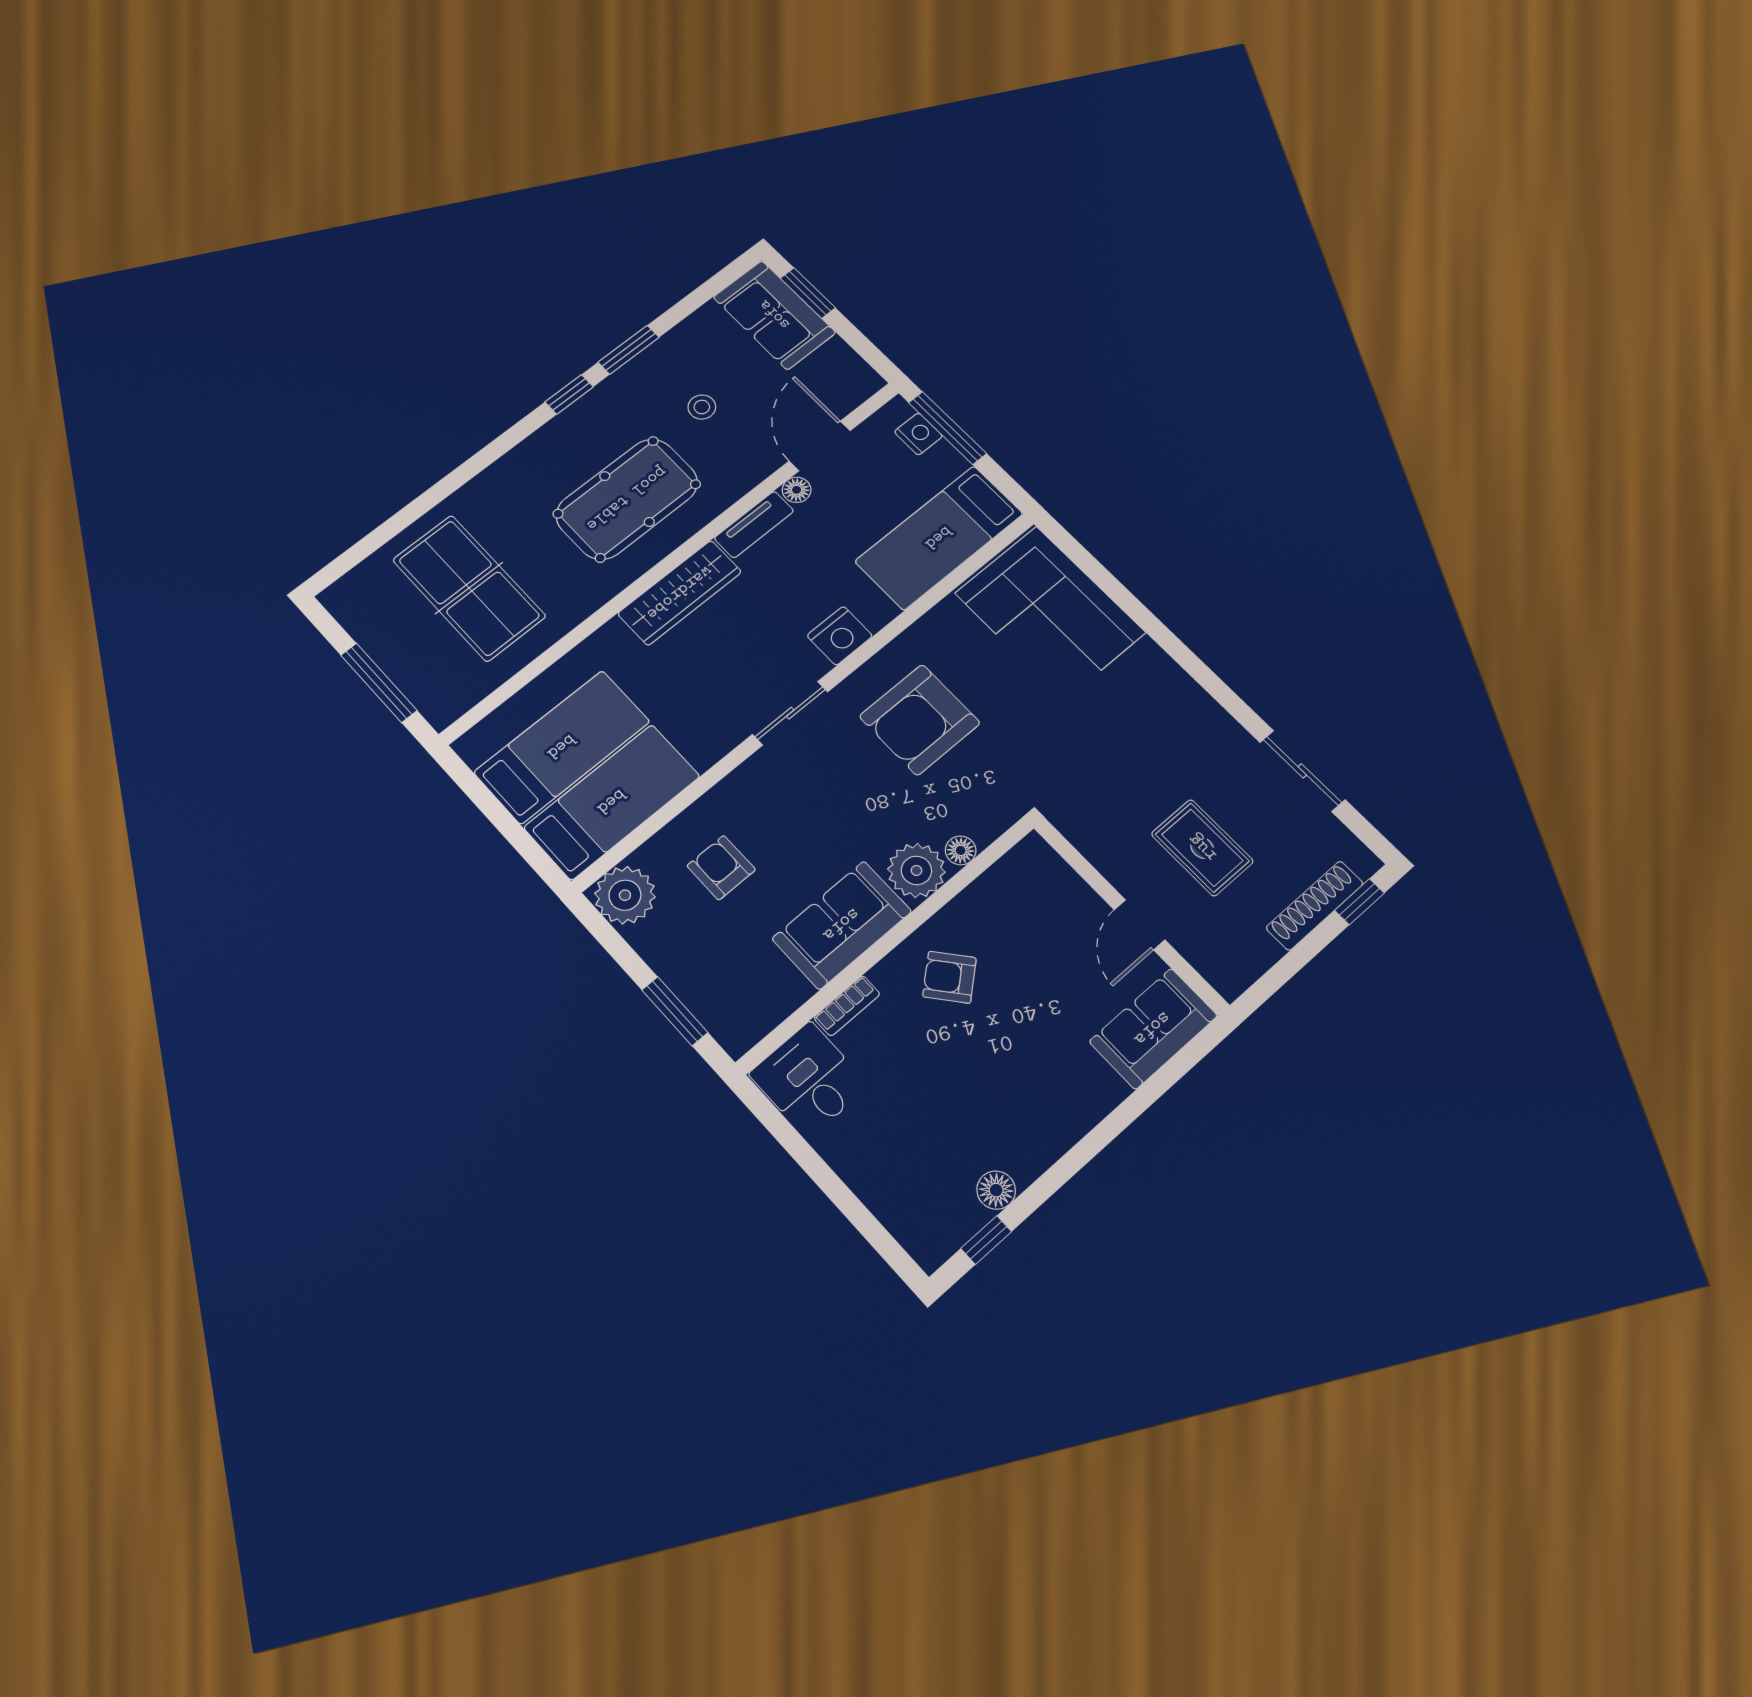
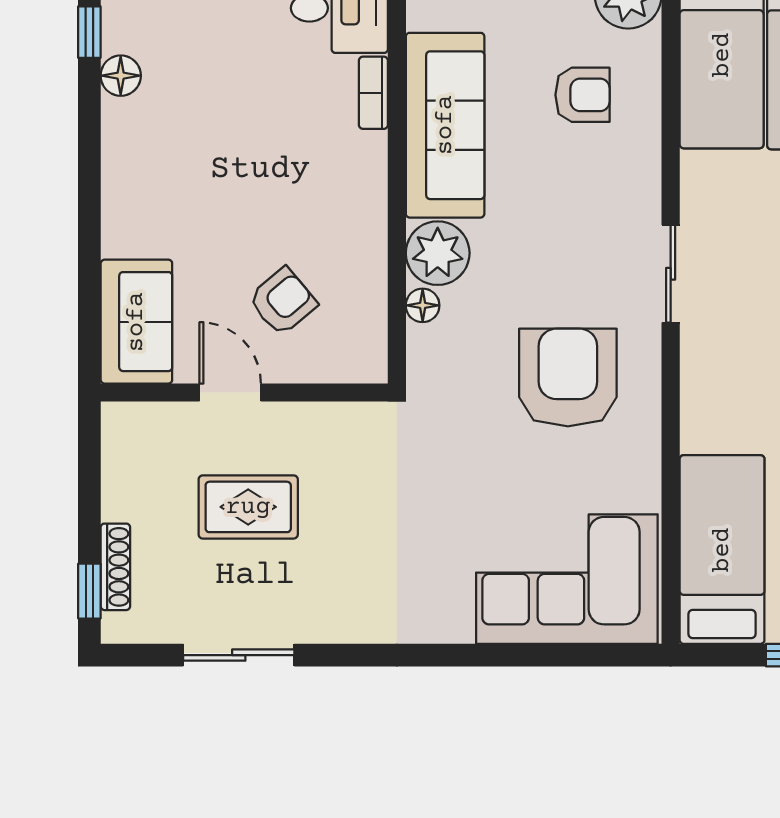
nightstand: (840, 636) -> (705, 380), removed
shoe rack: (1315, 906) -> (115, 567), width x0.74, depth x0.81
sofa: (842, 925) -> (445, 125), width x1.36
armchair: (949, 977) -> (283, 301), moved

